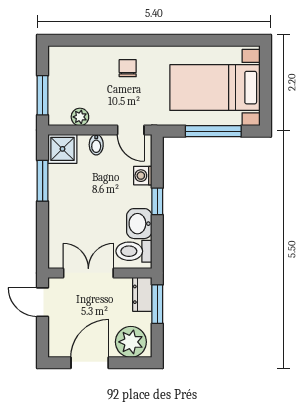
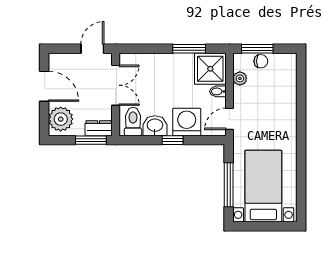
chair: (128, 68) -> (261, 61), moved
shower: (62, 149) -> (210, 69), width x1.36, depth x1.36
washing machine: (143, 176) -> (187, 122), width x1.89, depth x1.89

